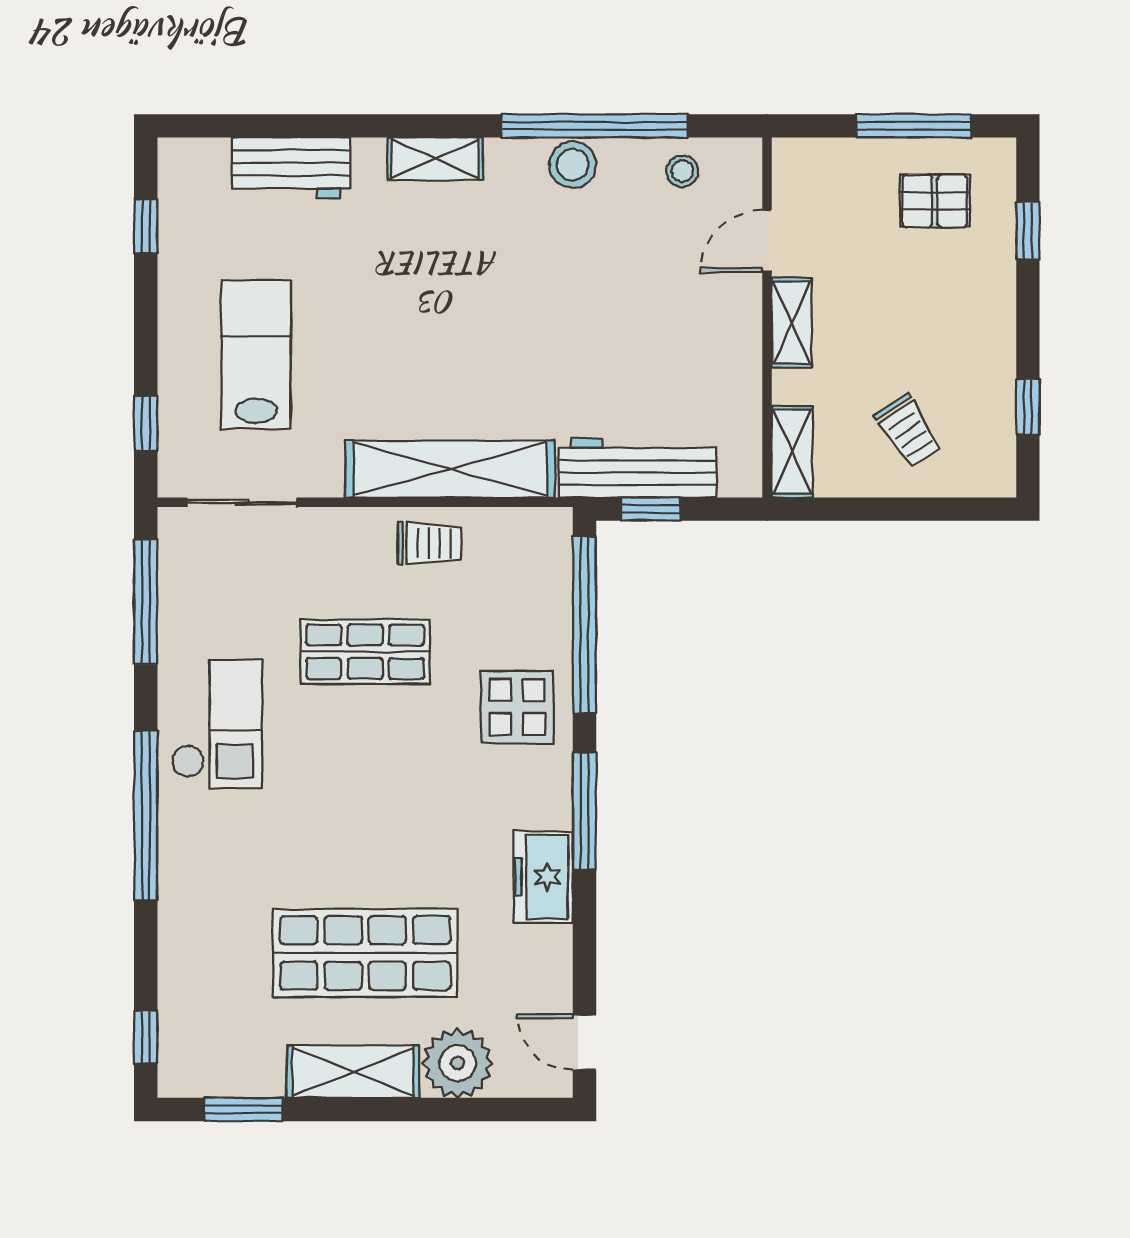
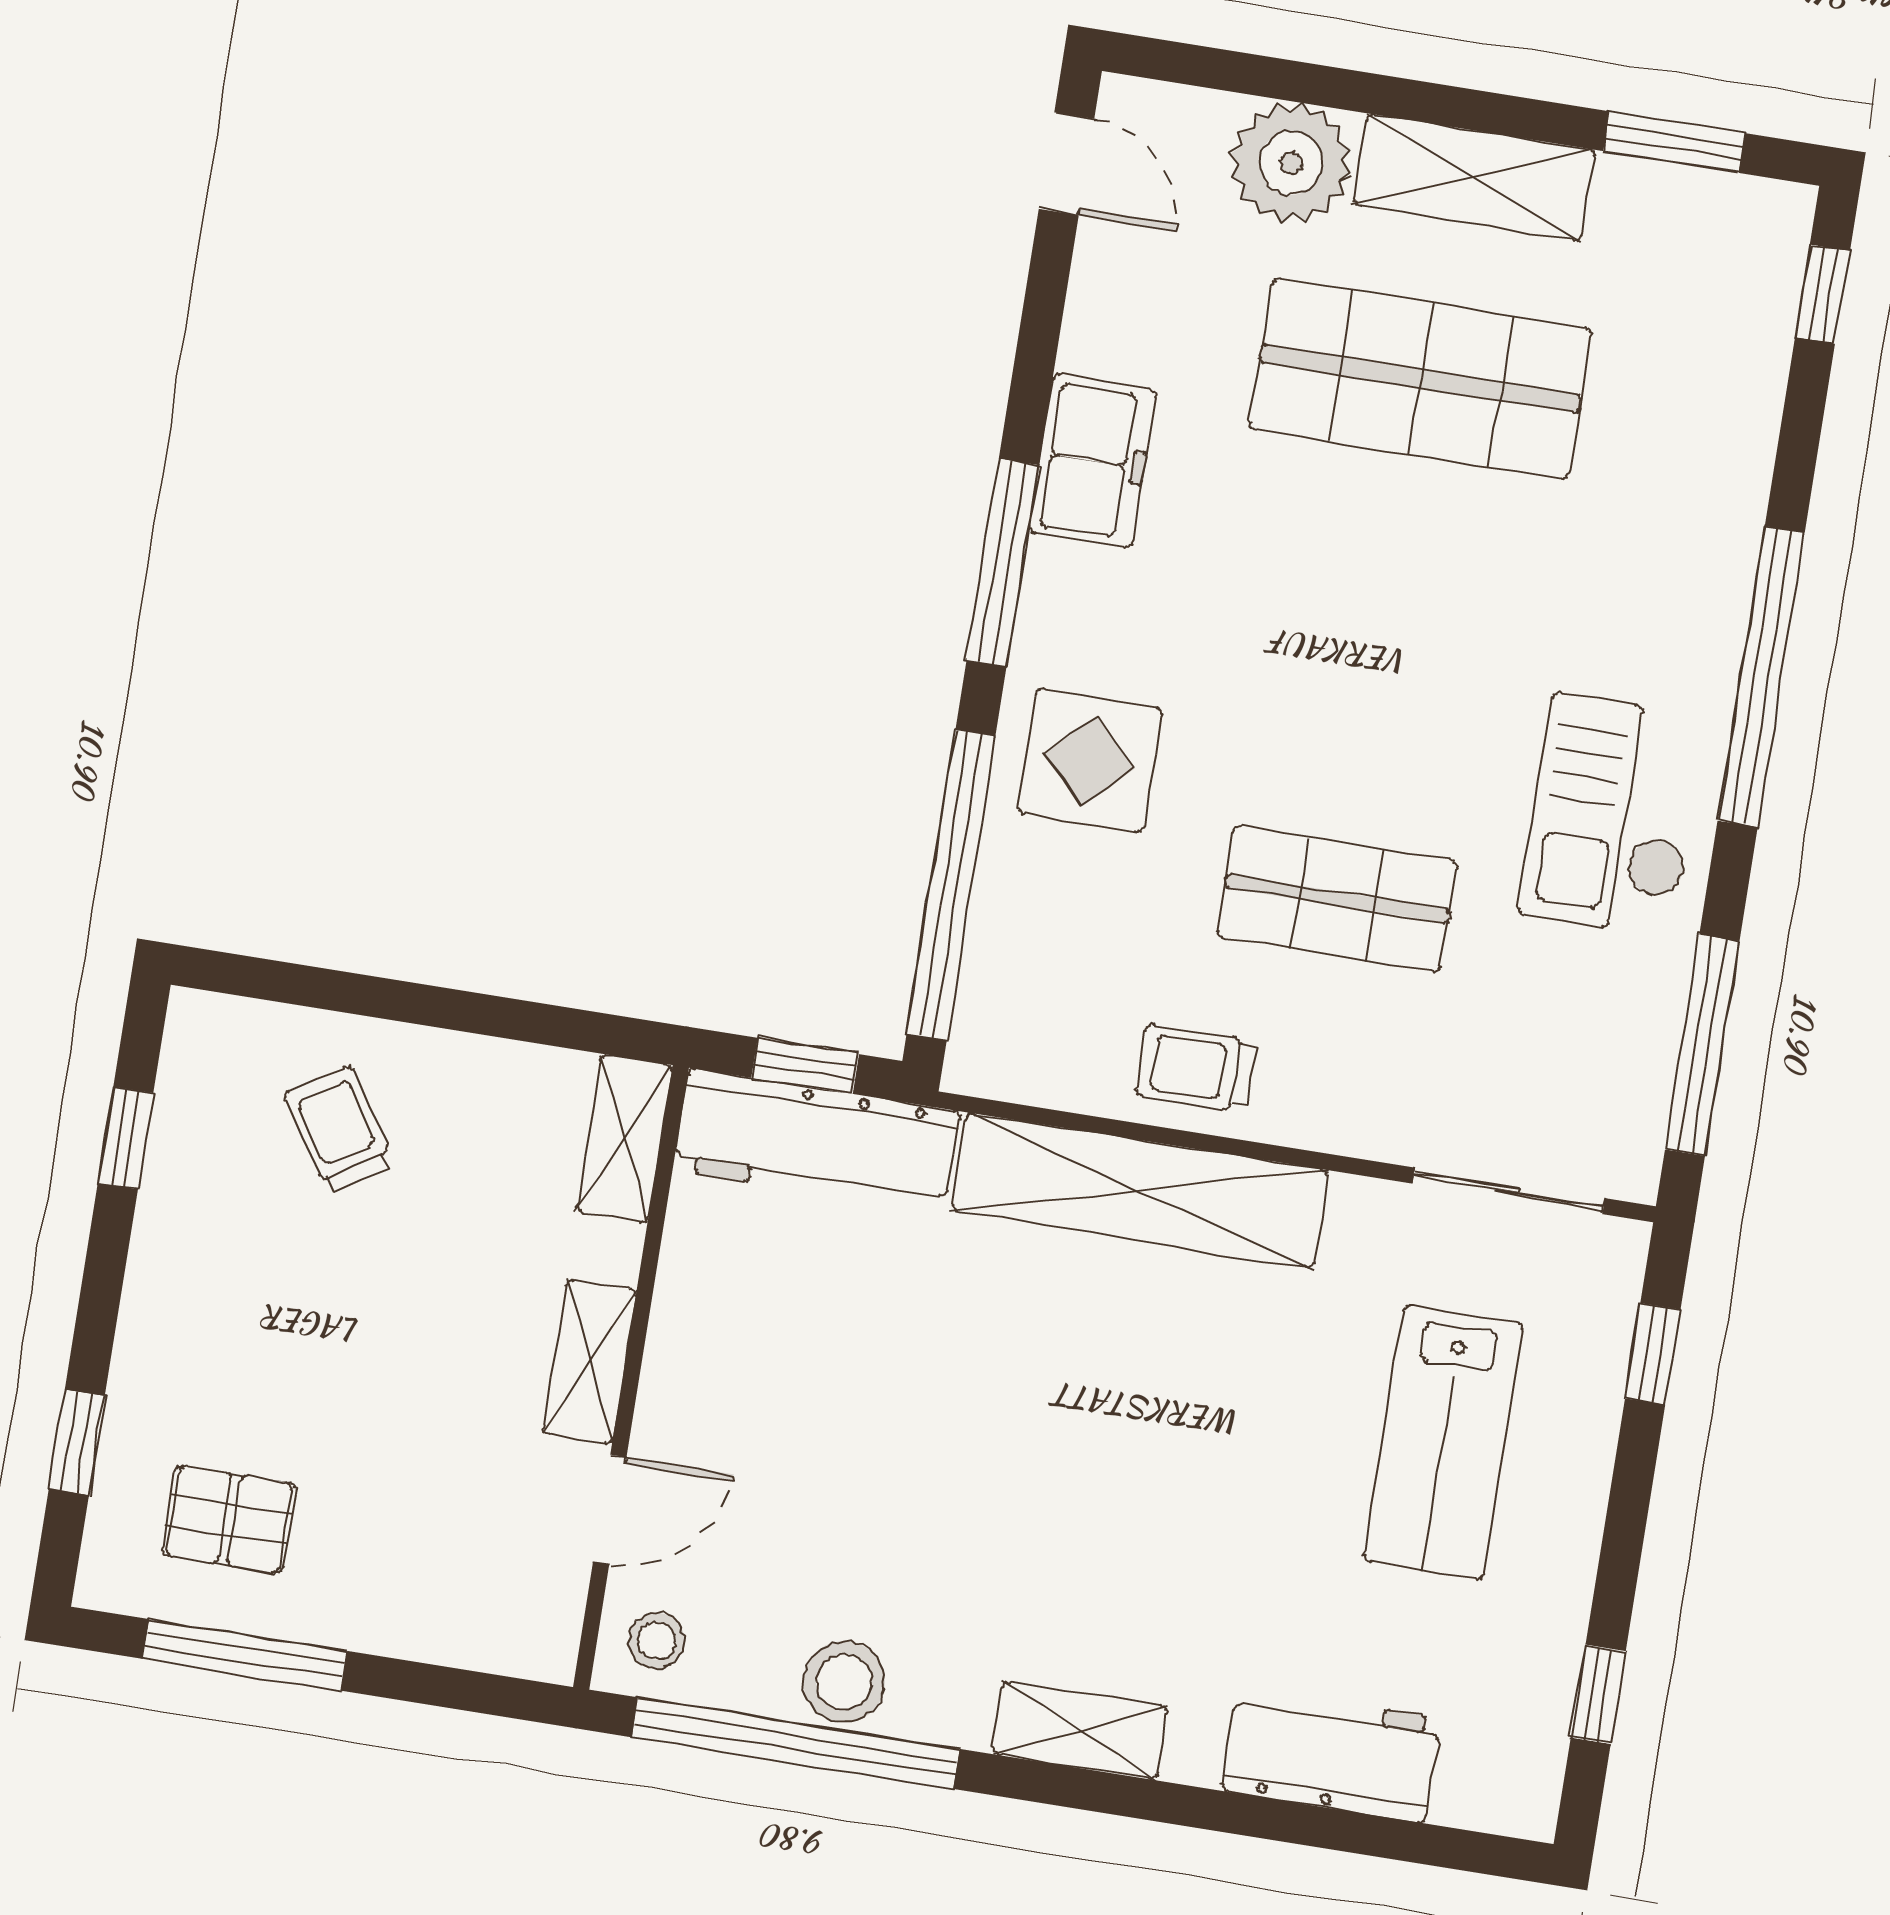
door: (767, 241) -> (610, 1510), moved
wall: (767, 317) -> (631, 1377), moved
shelving: (792, 323) -> (590, 1362), moved
shelving: (792, 452) -> (625, 1139), moved

